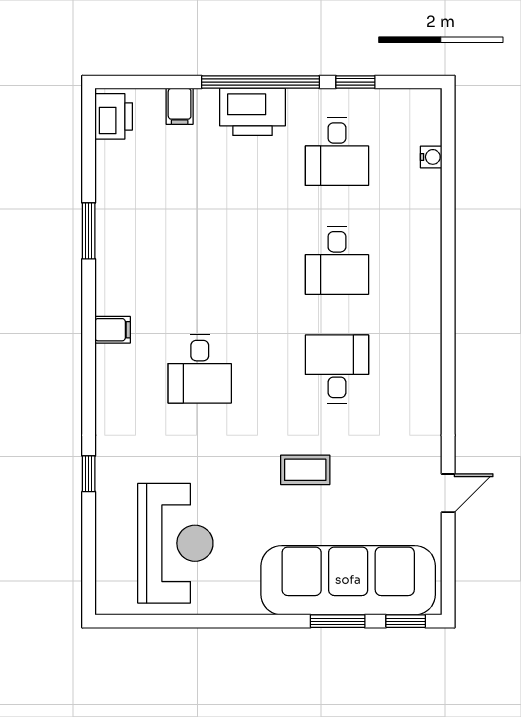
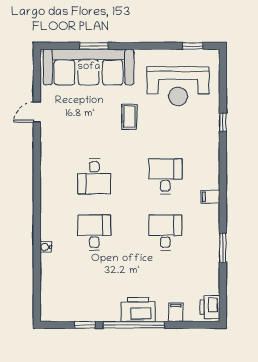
desk: (337, 151) -> (165, 233), moved
water cooler: (431, 157) -> (46, 247), moved
coffee table: (305, 470) -> (129, 117), moved, turned 90
reception desk: (175, 543) -> (178, 86), turned -90
window: (406, 621) -> (193, 46), moved

